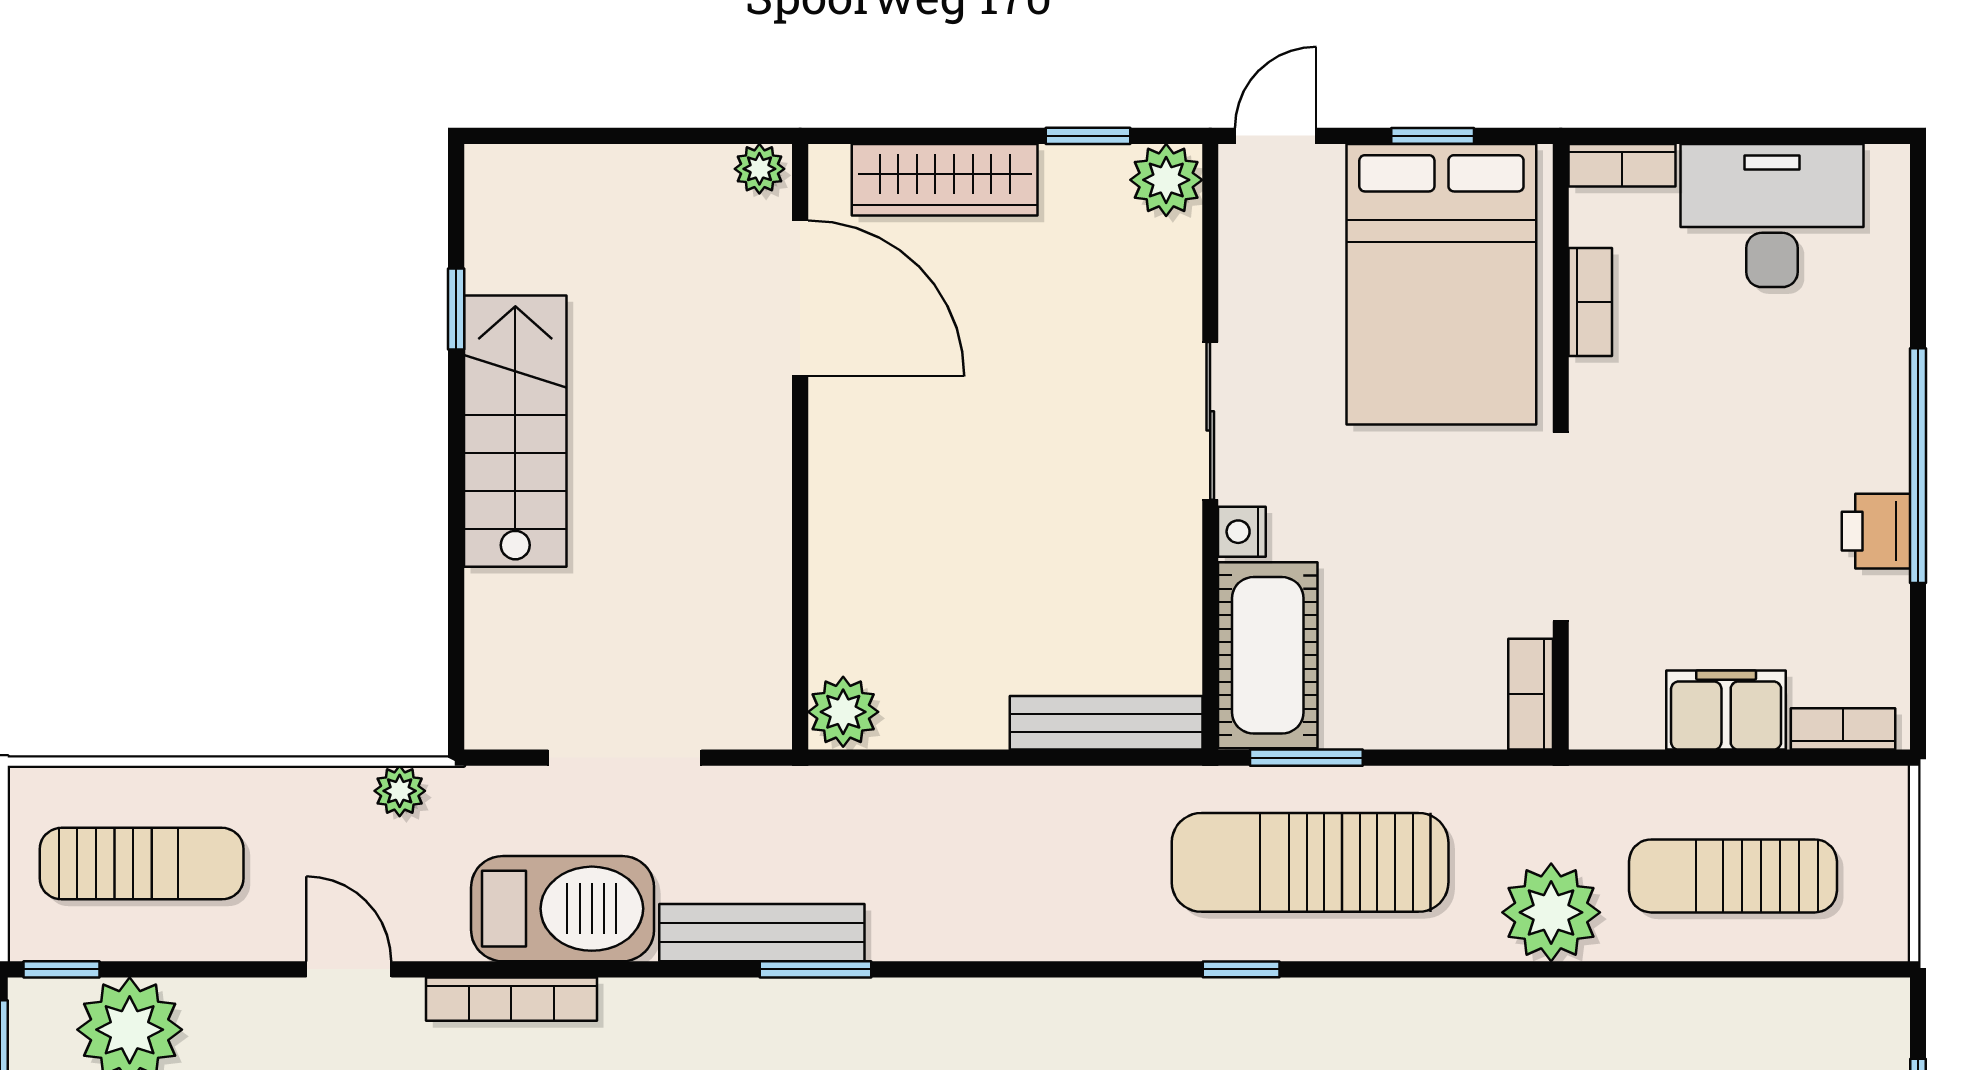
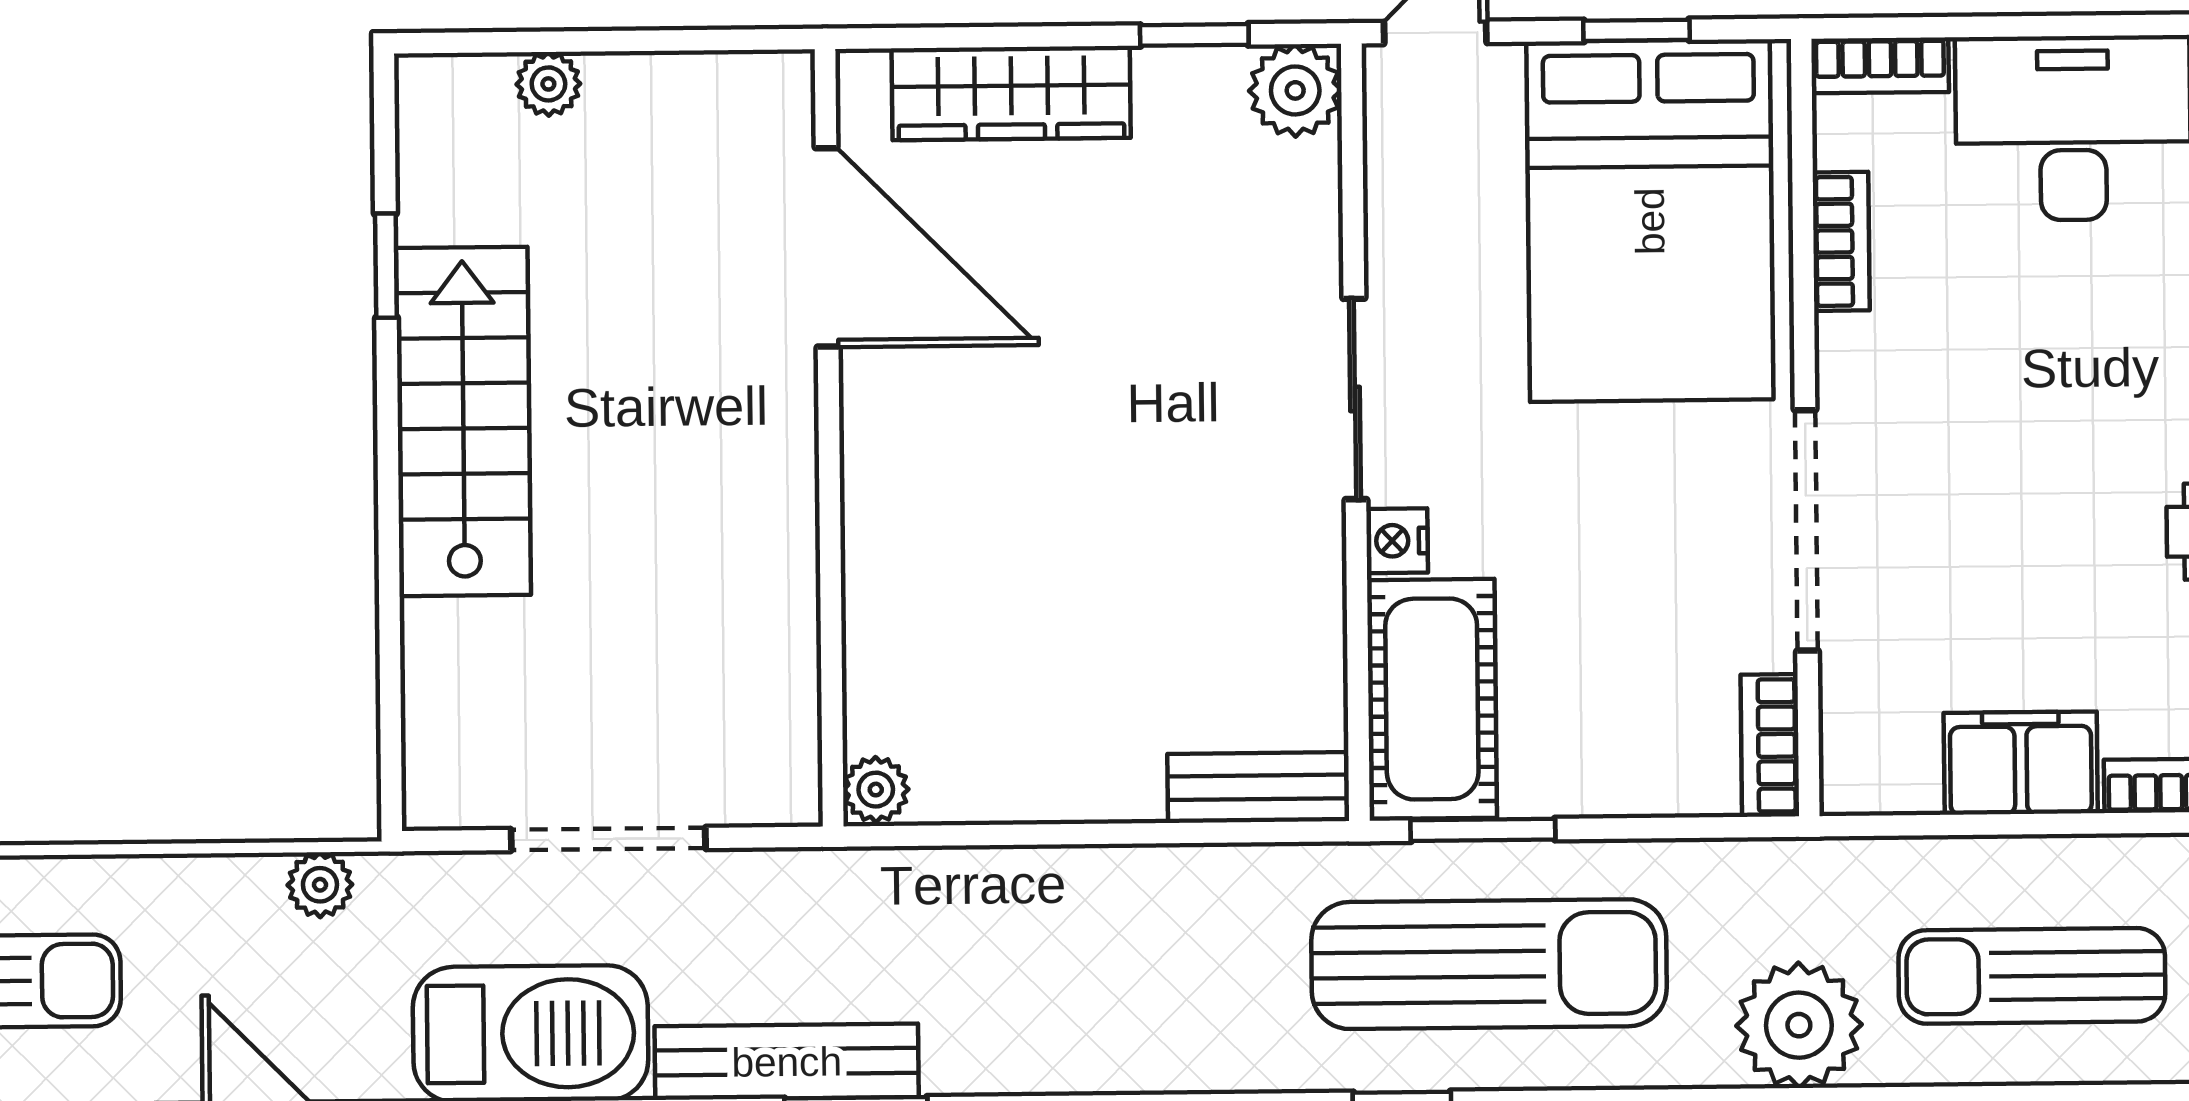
plant: (759, 169) -> (548, 84), moved
plant: (843, 712) -> (876, 790), width x0.73, depth x0.73
bench: (1106, 723) -> (1258, 787), width x0.73
sun lounger: (1310, 862) -> (1489, 964), turned 180

